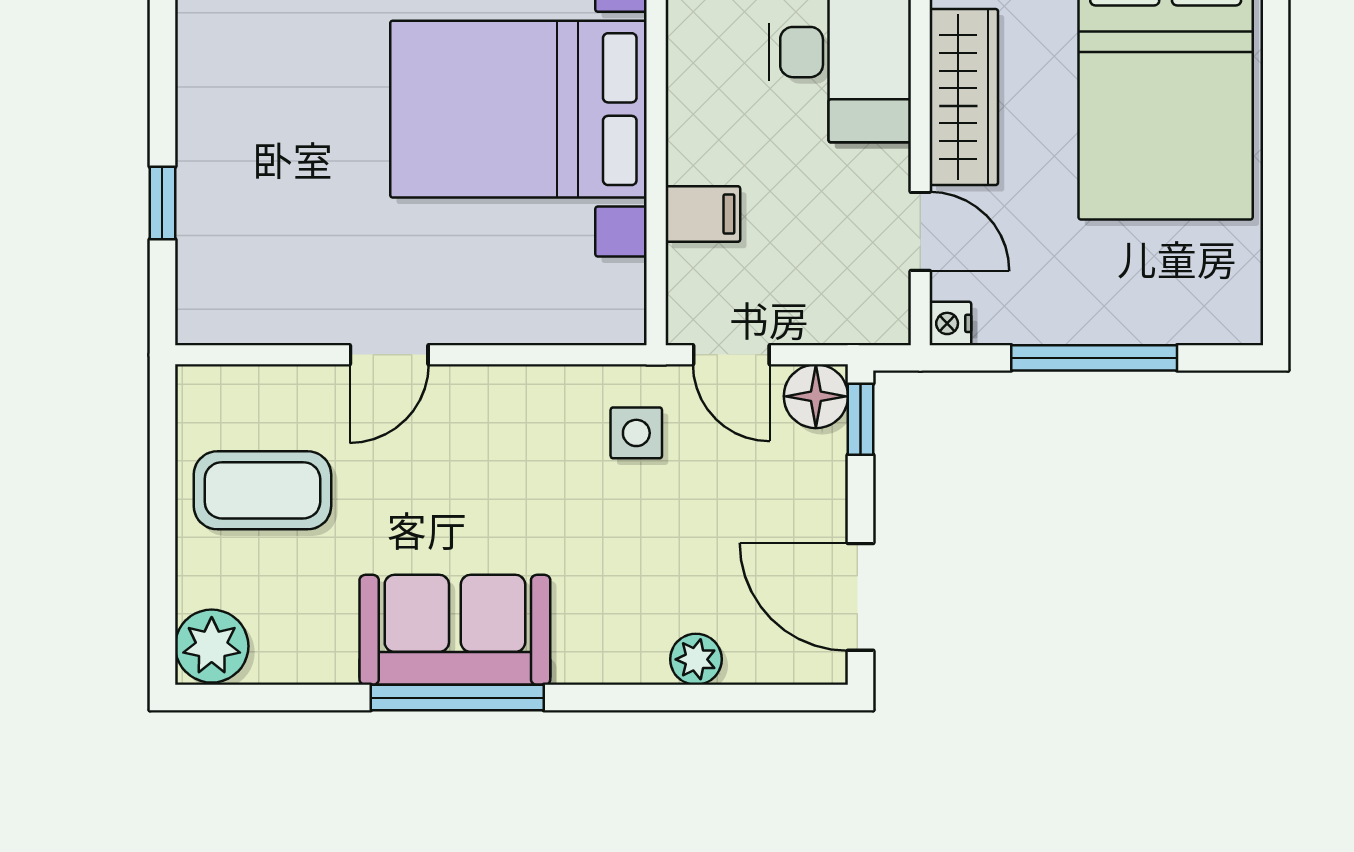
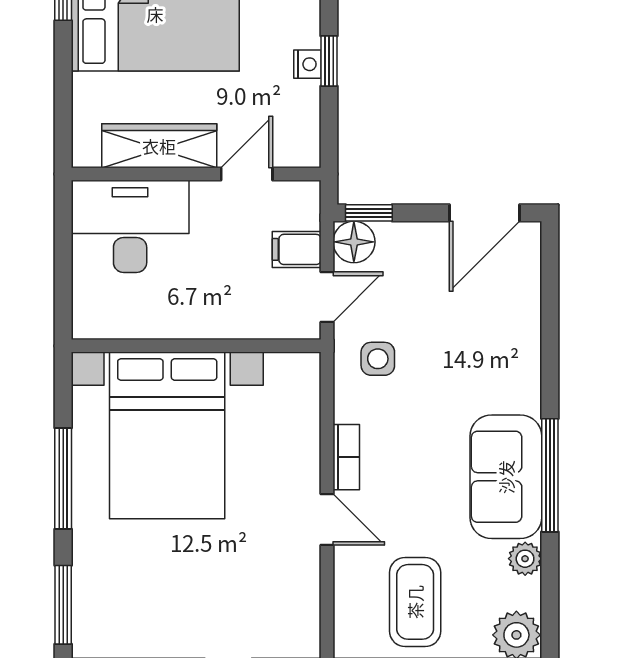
filing cabinet: (703, 214) -> (297, 249), moved, turned -90
nightstand: (950, 323) -> (307, 64), moved, turned -90
window: (1094, 358) -> (329, 61), width x0.46
bookcase: (485, 384) -> (346, 457), added
plant: (696, 659) -> (525, 559), moved

